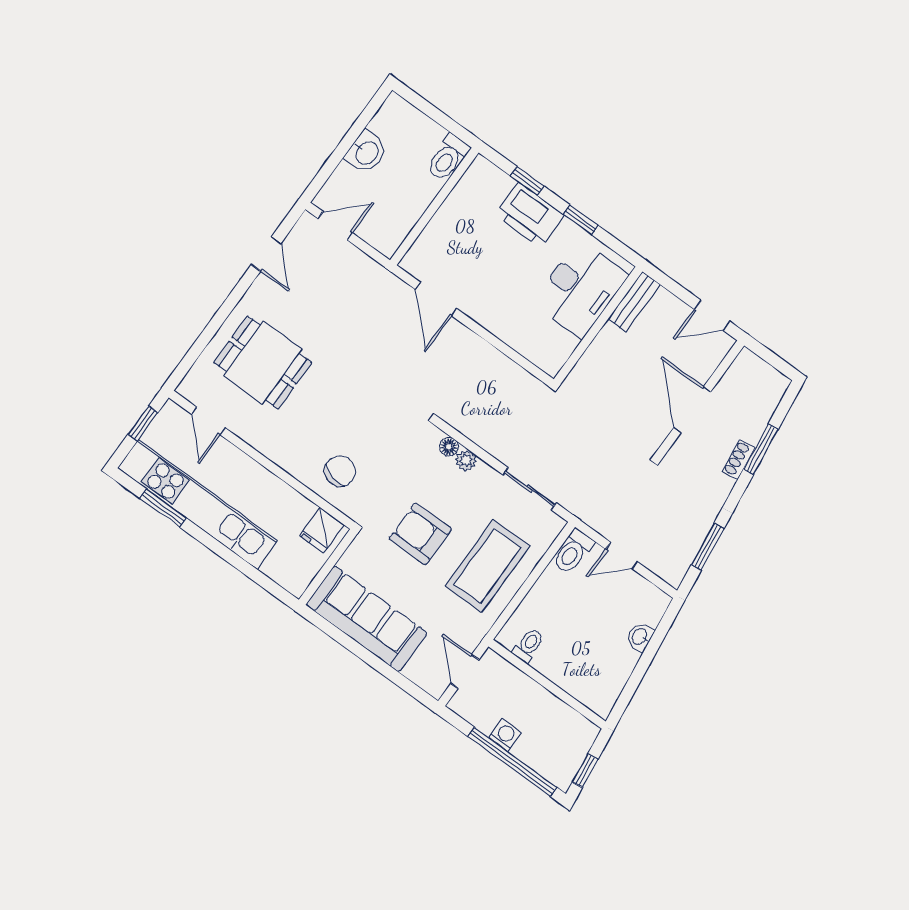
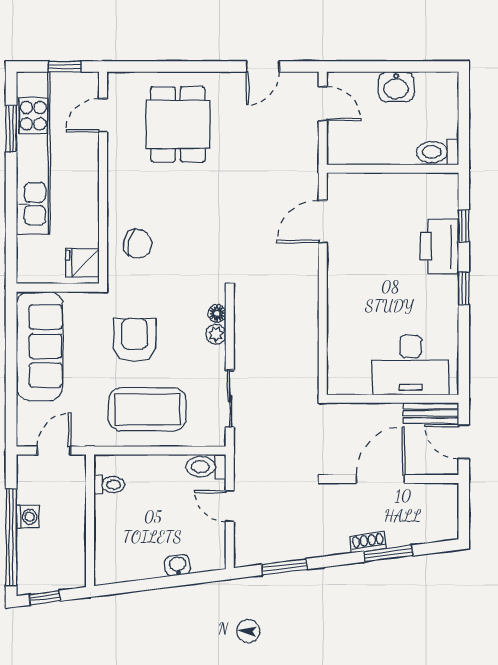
desk: (580, 289) -> (411, 365), moved
bench: (634, 302) -> (431, 413), moved
wall: (598, 325) -> (393, 399), moved

